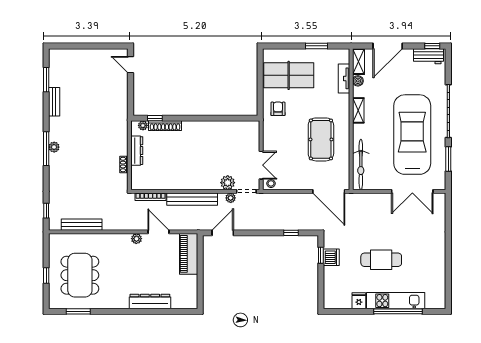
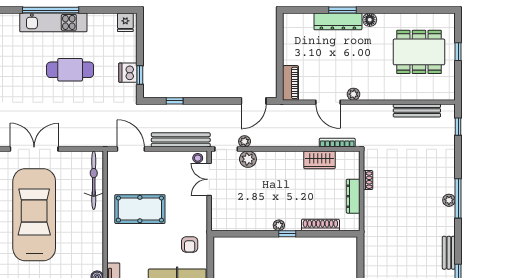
shelving: (358, 110) -> (97, 243), removed
window: (155, 118) -> (287, 234), moved
plant: (143, 125) -> (279, 225), moved
car: (412, 135) -> (34, 215), turned 180
pool table: (321, 139) -> (140, 209), turned 90
wardrobe: (166, 182) -> (320, 160), added
door: (329, 191) -> (131, 149), width x0.73
bench: (192, 199) -> (181, 140), moved
piano: (189, 254) -> (290, 83), width x0.73, depth x0.75
dining table: (80, 275) -> (419, 52), turned 90
fridge: (359, 301) -> (125, 22), moved
floor lamp: (122, 303) -> (370, 20), added
window: (78, 311) -> (343, 10), moved

